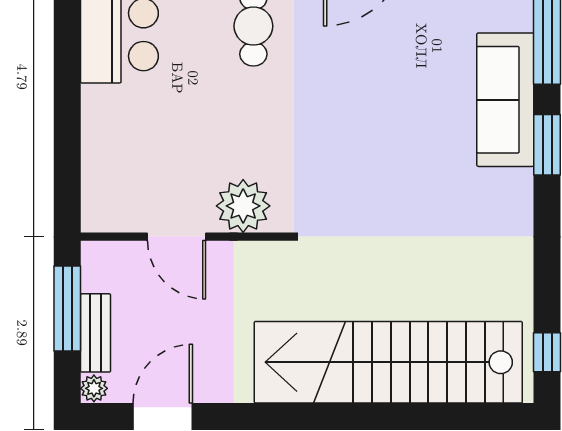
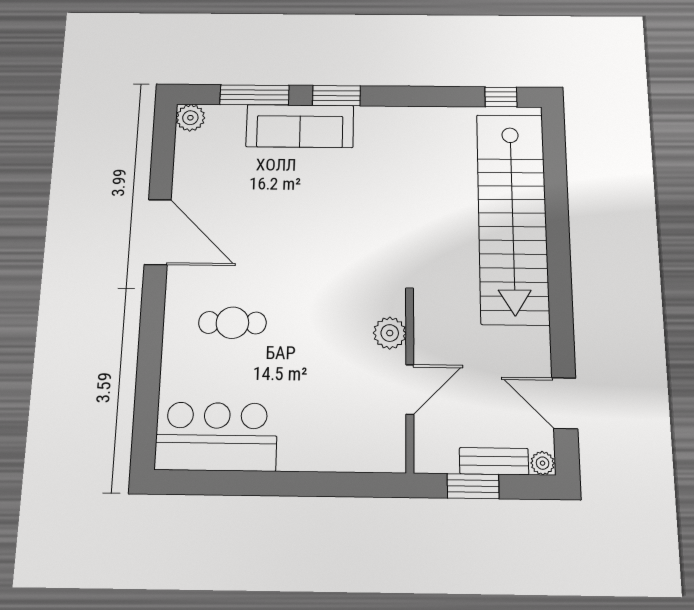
plant: (243, 206) -> (390, 333), width x0.73, depth x0.73
window: (67, 309) -> (473, 486), width x0.69

